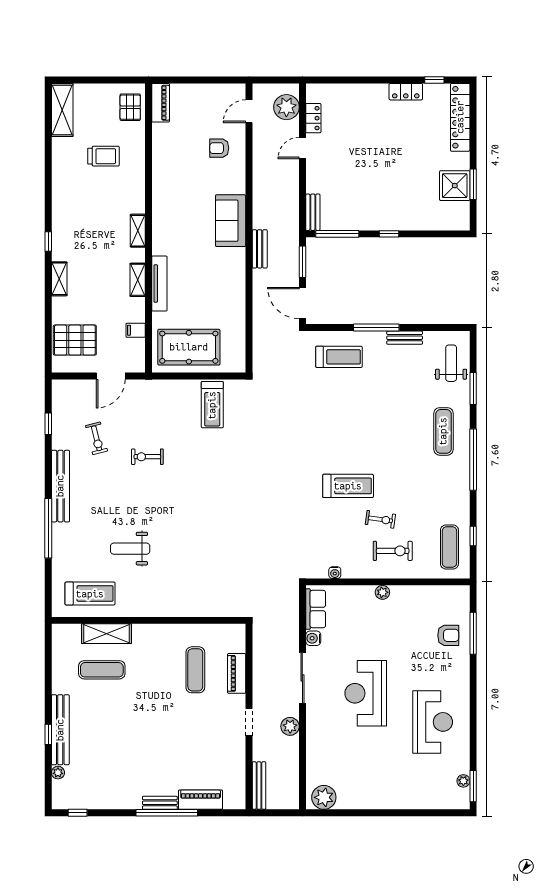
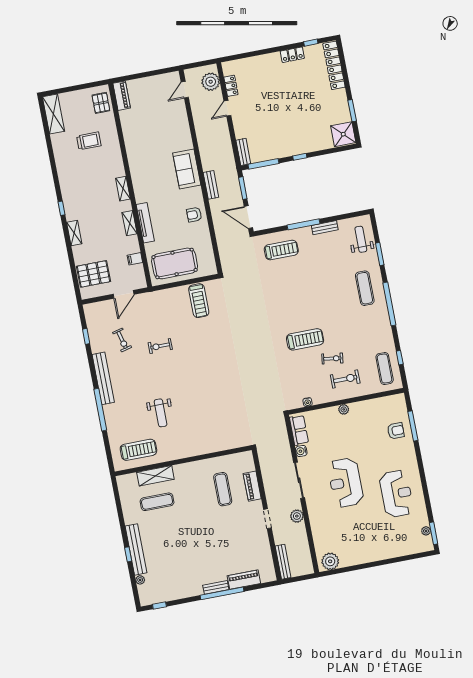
armchair: (219, 148) -> (194, 215), moved
shower: (455, 186) -> (343, 134), moved
weight bench: (130, 549) -> (161, 413), turned -90

